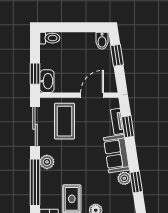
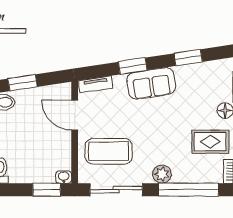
washbasin: (47, 81) -> (64, 177), width x0.52, depth x0.69
tv unit: (117, 121) -> (96, 84), moved
window: (128, 127) -> (133, 66), moved
plant: (124, 178) -> (183, 73), removed

